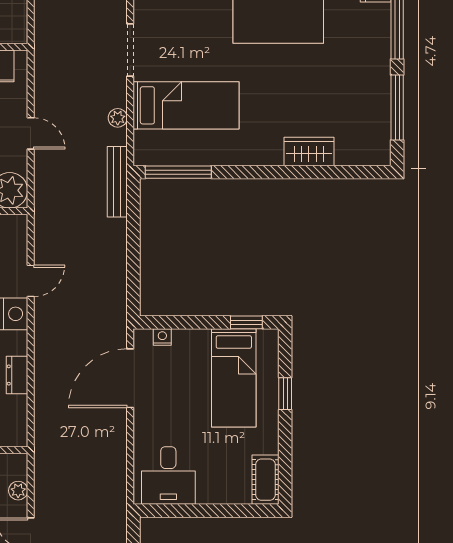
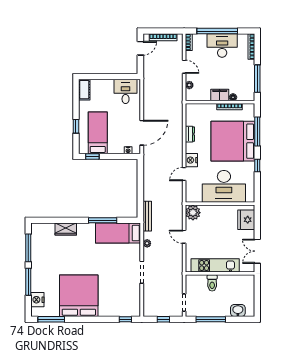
bed: (186, 105) -> (118, 233), moved
window: (178, 172) -> (103, 220), moved

